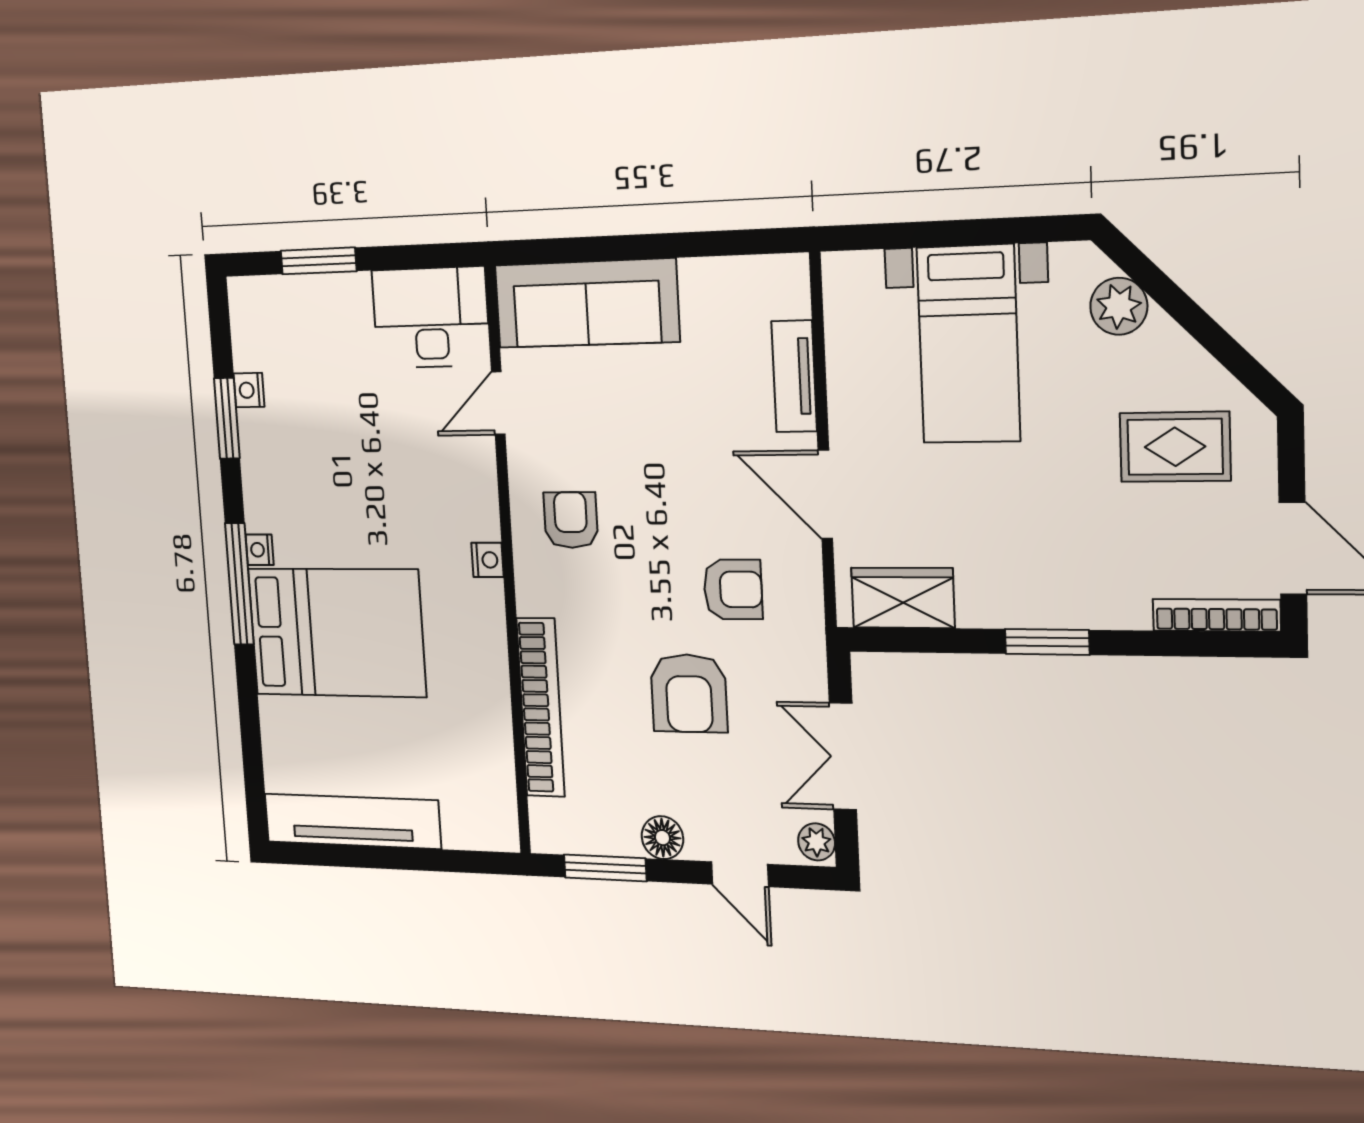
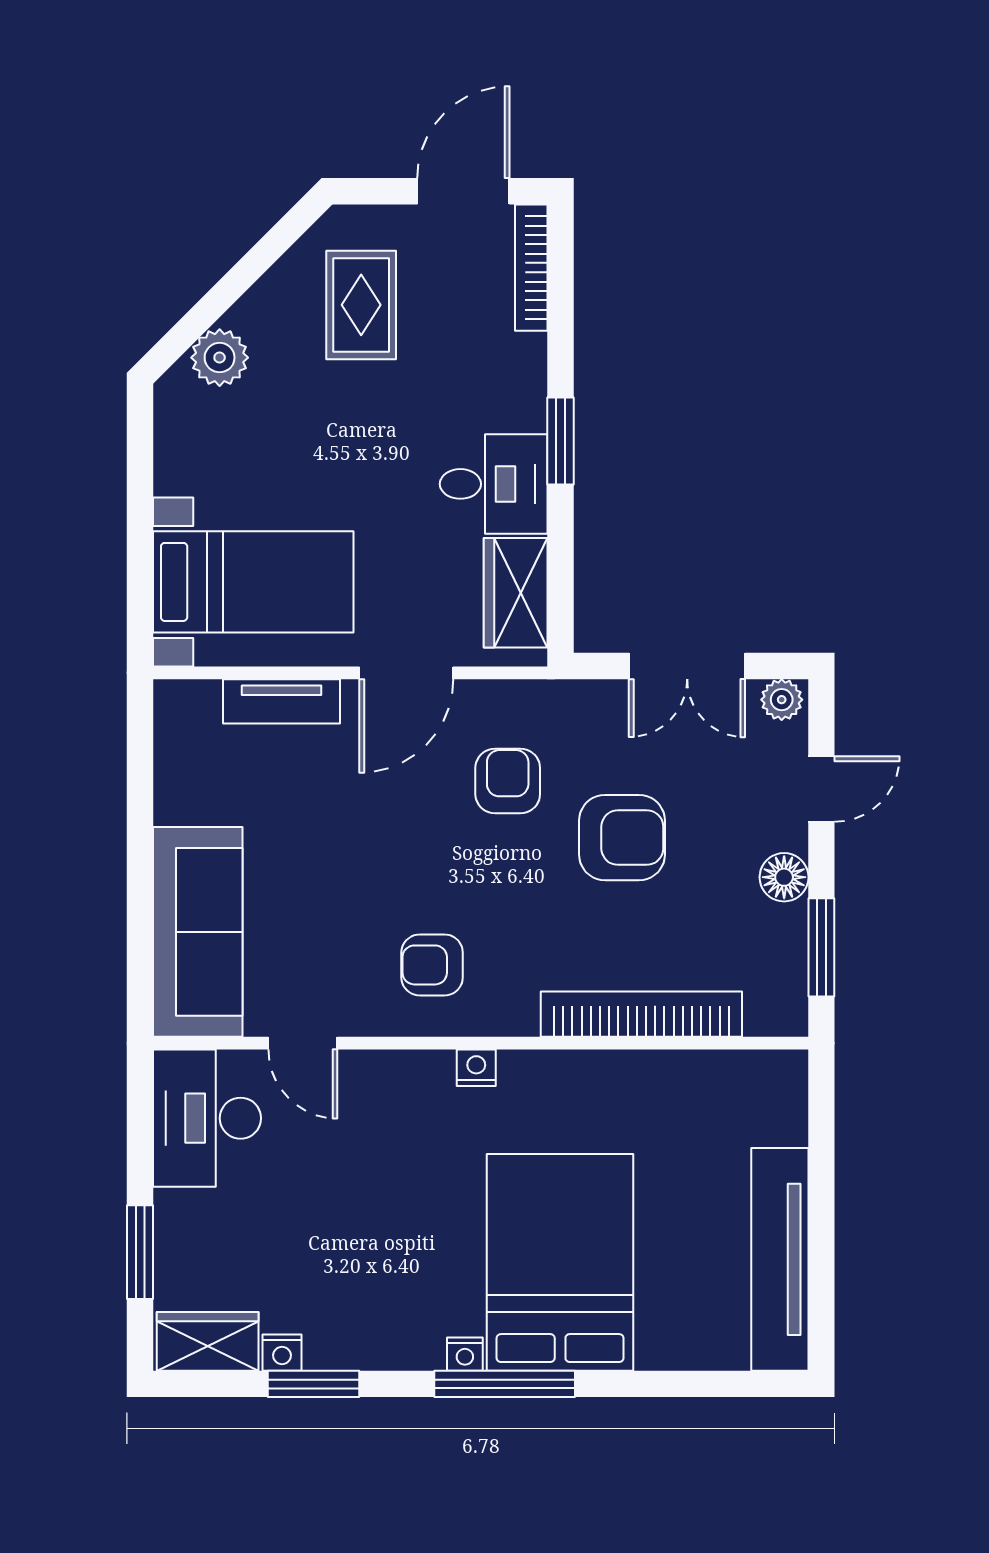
wardrobe: (253, 324) -> (208, 1341), added
bed with nightstands: (968, 344) -> (253, 582), moved
desk: (1004, 577) -> (494, 484), added

